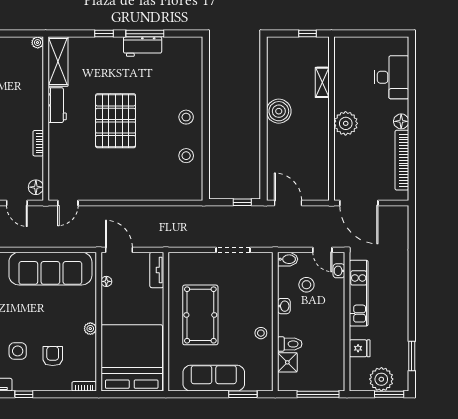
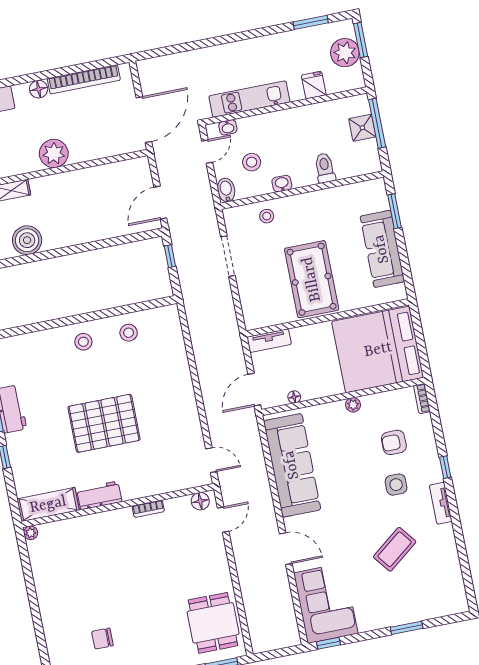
boiler: (279, 111) -> (27, 240), moved
pool table: (200, 315) -> (312, 279), turned 90
stool: (261, 333) -> (267, 216), moved
shower: (287, 362) -> (362, 128), moved

